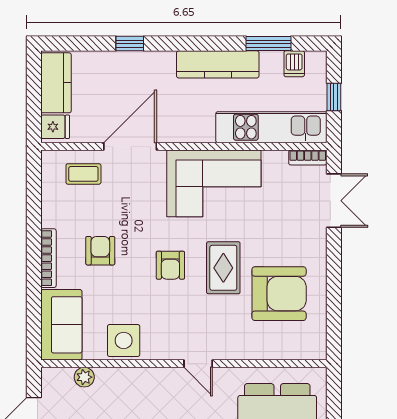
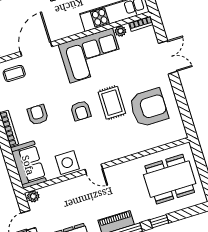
plant: (272, 159) -> (120, 31), added
double door: (334, 201) -> (168, 57), moved
door: (198, 364) -> (94, 169), moved
plant: (84, 377) -> (33, 196), moved

